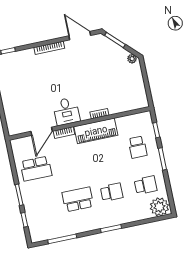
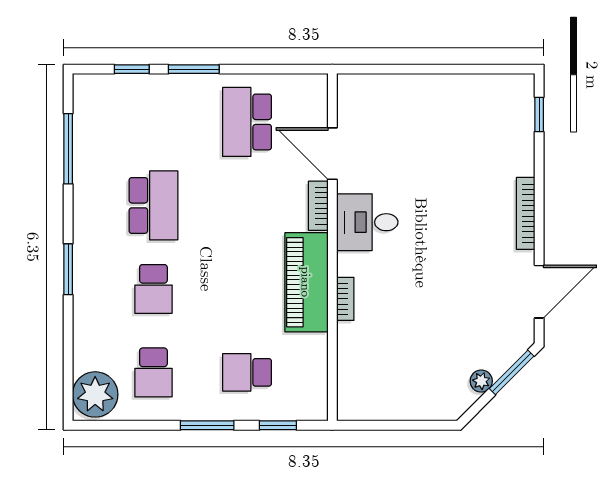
plant: (132, 59) -> (481, 381), moved

